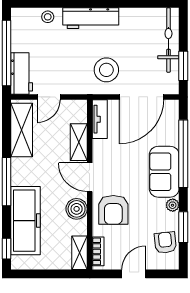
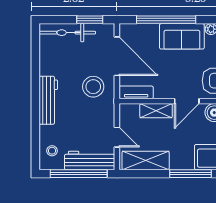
stool: (48, 17) -> (52, 151), moved
workbench: (22, 73) -> (90, 160), width x1.38

